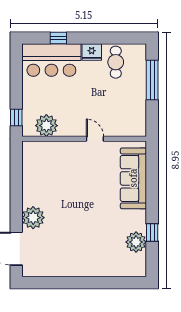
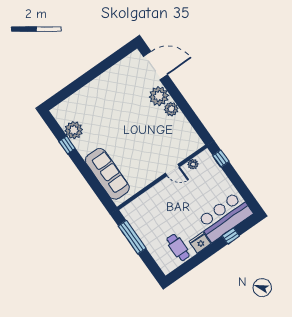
window: (152, 80) -> (132, 237), moved
plant: (46, 126) -> (193, 164), width x0.53, depth x0.53
door: (95, 139) -> (172, 170), moved
plant: (30, 197) -> (171, 109), added

